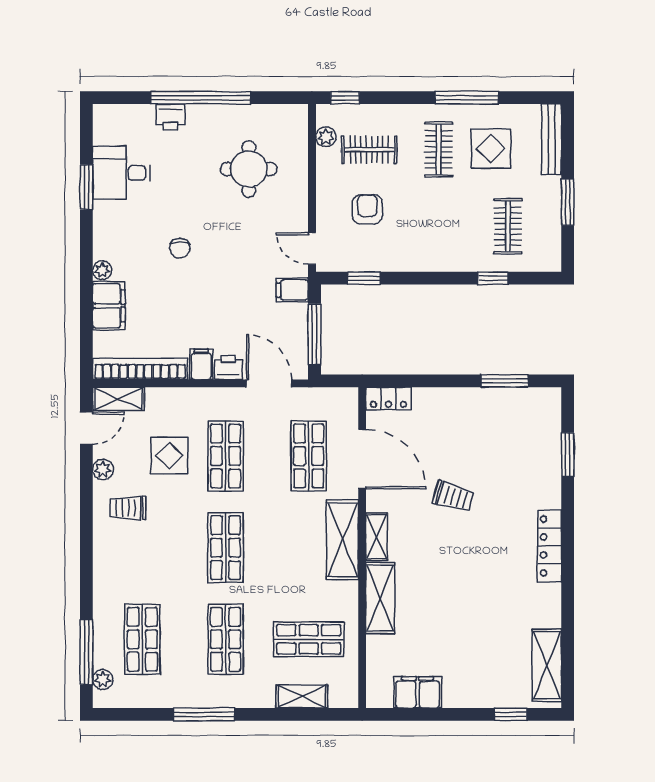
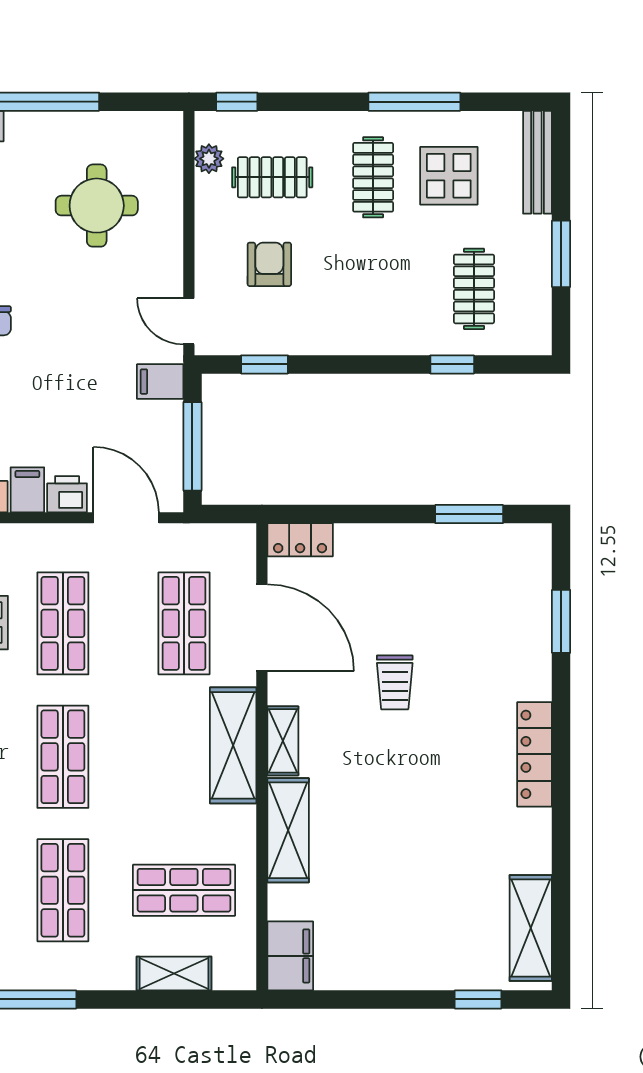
trolley: (453, 497) -> (395, 682), turned 74
filing cabinet: (418, 692) -> (290, 956), moved, turned 90

